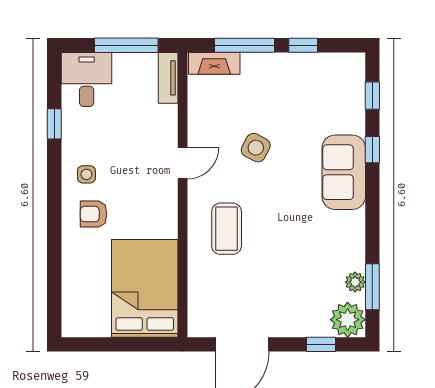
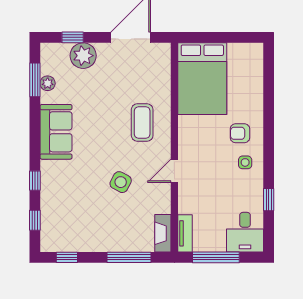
window: (303, 45) -> (67, 257), moved
fireplace: (214, 63) -> (163, 233), moved, turned -90
sofa: (344, 172) -> (56, 132), moved
armchair: (93, 214) -> (240, 133), turned 180
plant: (348, 320) -> (83, 56), moved

